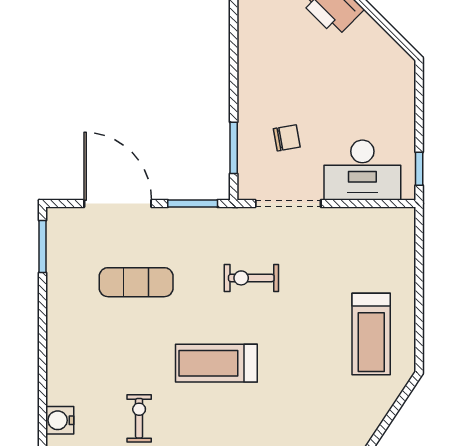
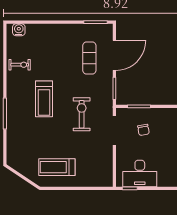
desk: (362, 170) -> (140, 173), moved, turned -90
exercise bike: (251, 278) -> (82, 114), width x1.38, depth x1.39
exercise mat: (136, 282) -> (89, 58), moved
treadmill: (216, 363) -> (44, 99), turned 180

